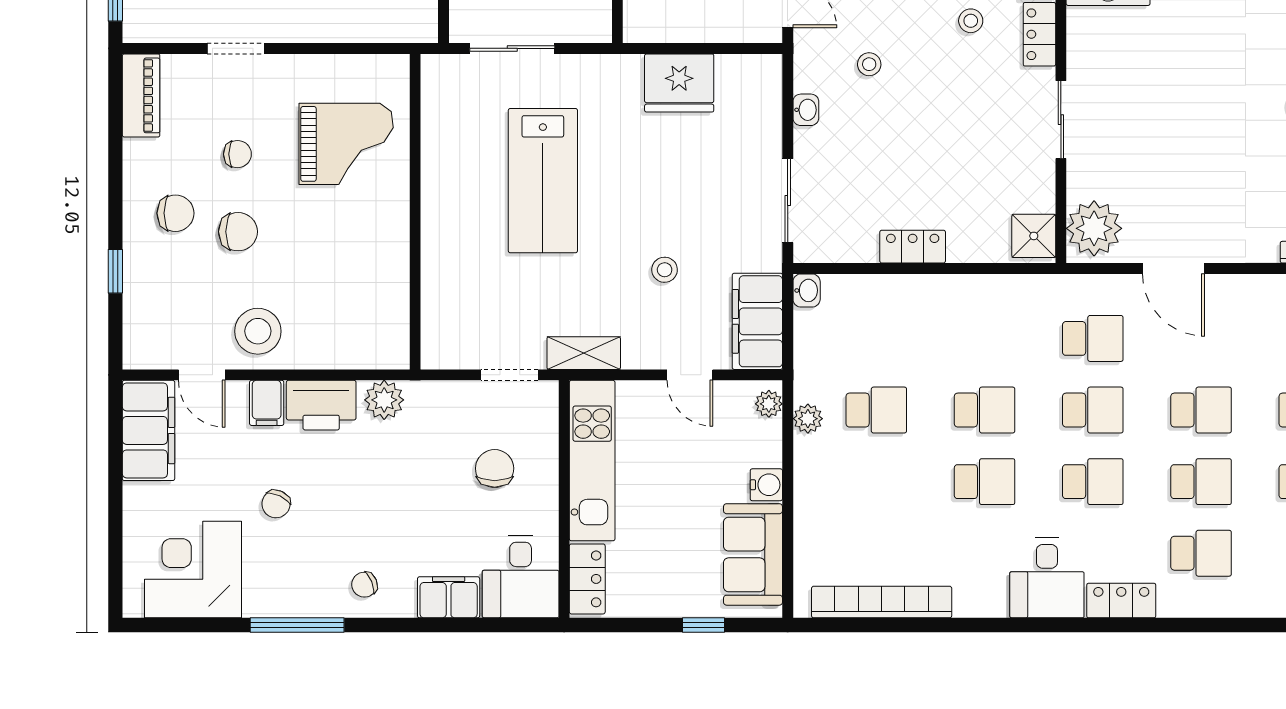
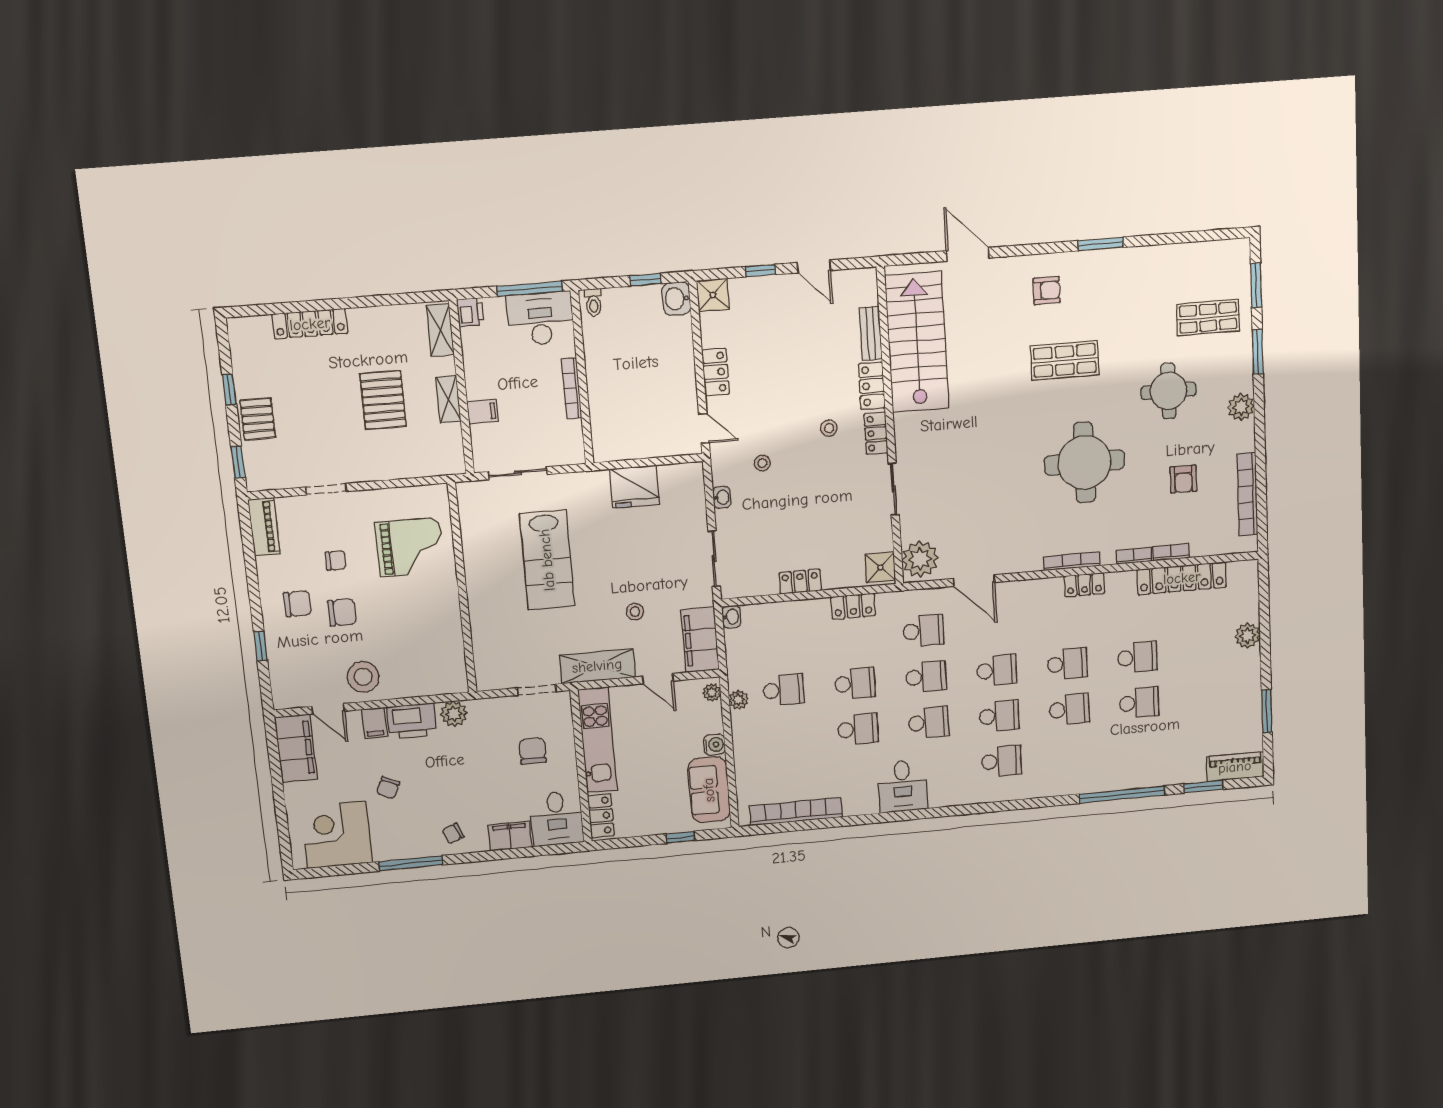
shelving: (584, 353) -> (597, 666), width x1.50, depth x1.33
locker: (1121, 601) -> (853, 606), moved, turned 180

